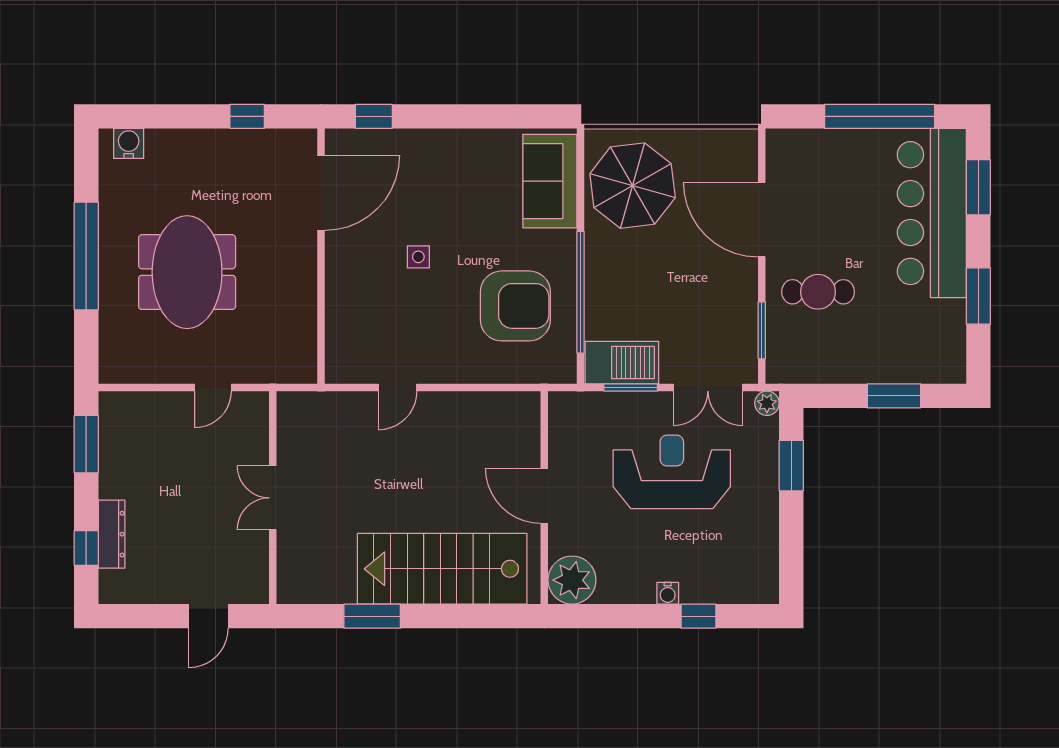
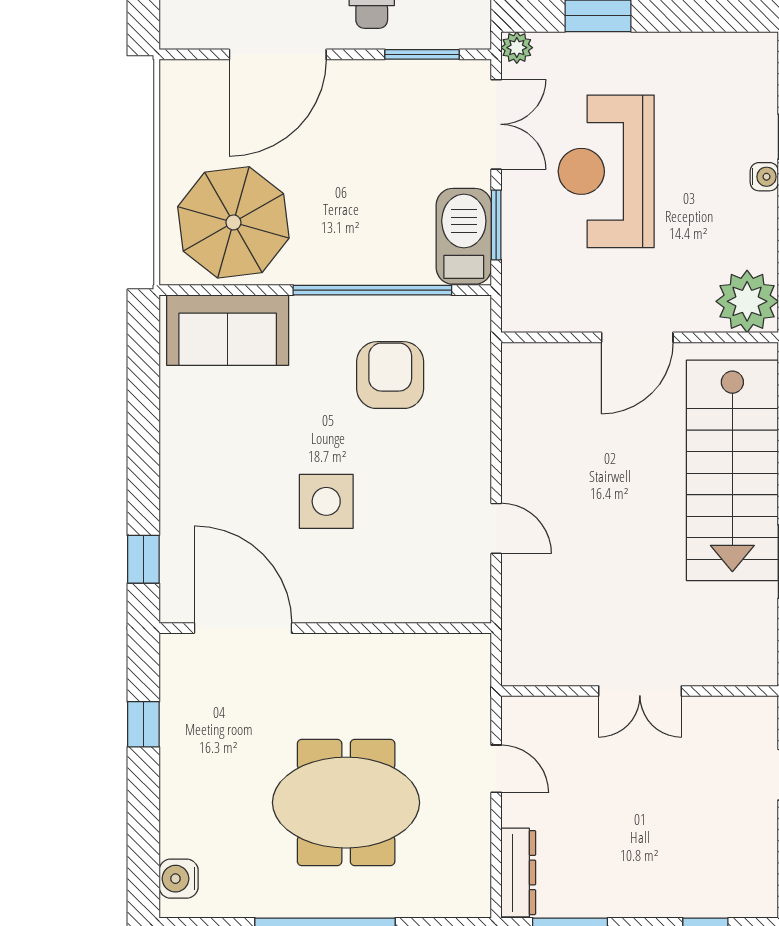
side table: (418, 257) -> (326, 501), width x1.87, depth x1.87
armchair: (515, 306) -> (390, 375), width x0.73, depth x0.73
dresser: (112, 534) -> (518, 873), moved, turned 90

